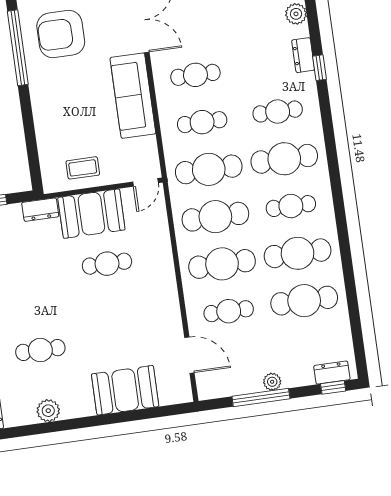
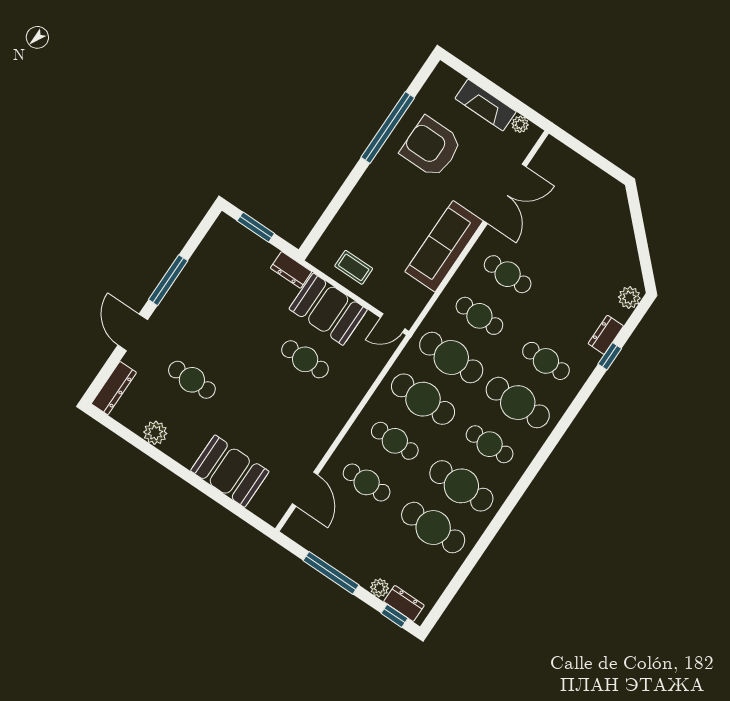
cafe table: (222, 264) -> (395, 441), width x0.73, depth x0.74
plant: (272, 382) -> (379, 588), moved

